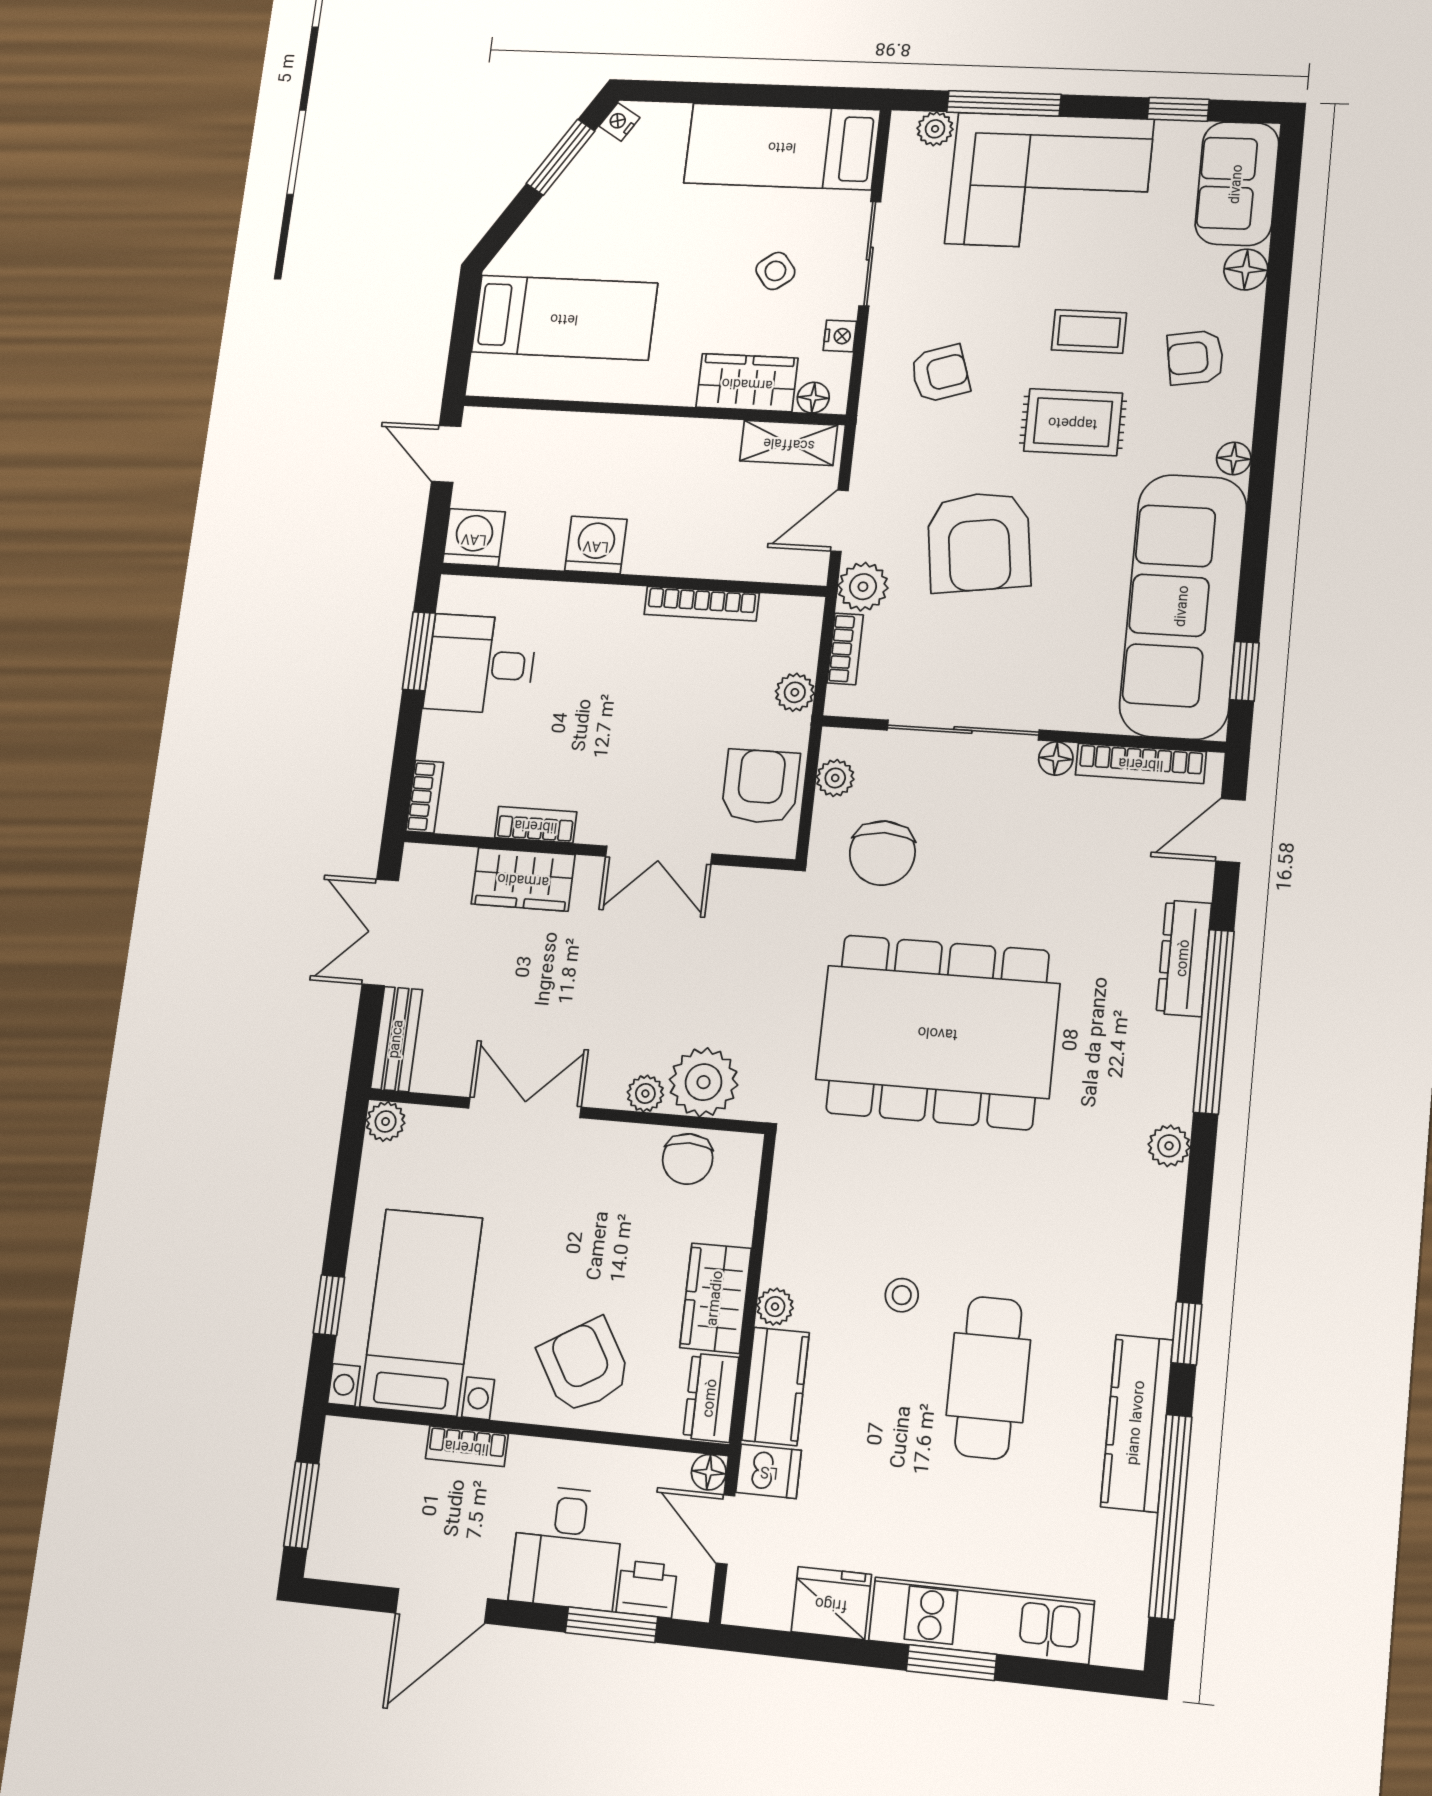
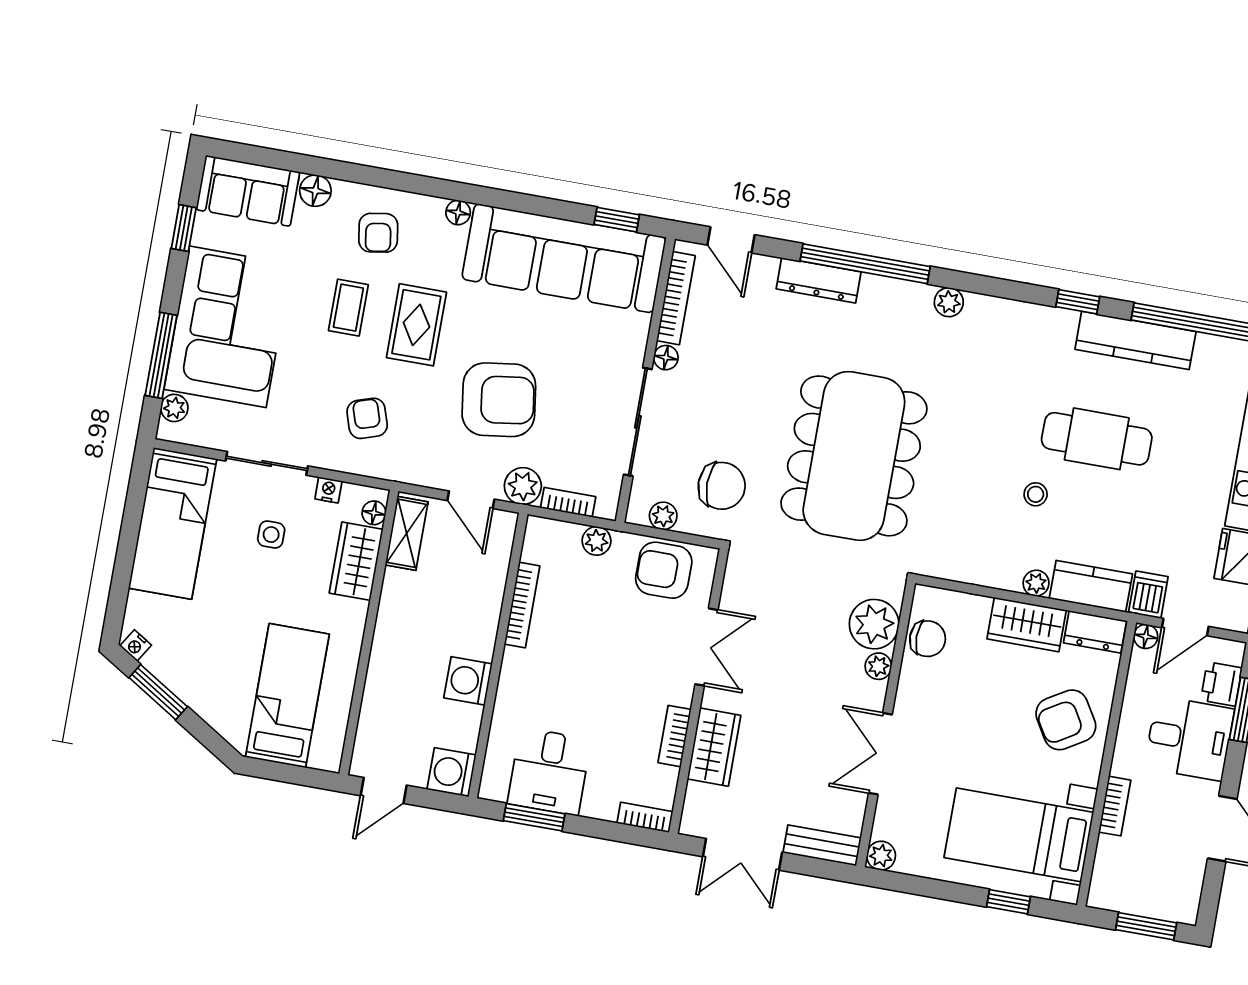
side table: (775, 271) -> (271, 535), turned 37

